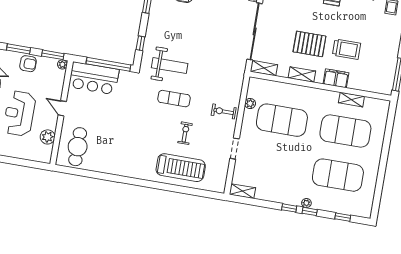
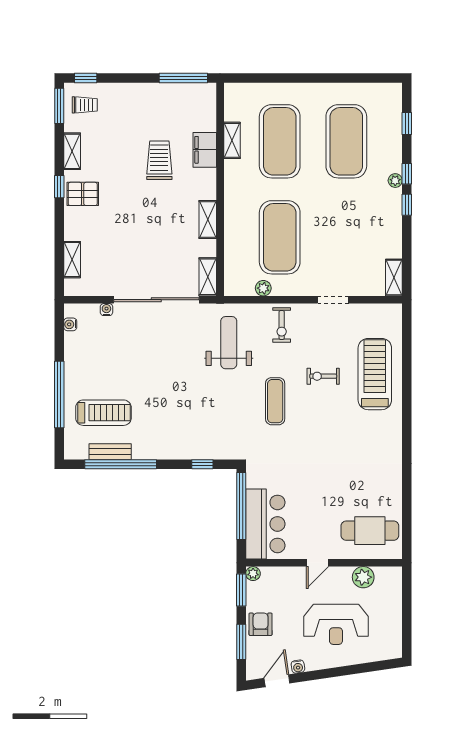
pallet: (309, 44) -> (161, 216), removed
weight bench: (170, 66) -> (229, 343), moved
filing cabinet: (336, 78) -> (205, 150), moved

